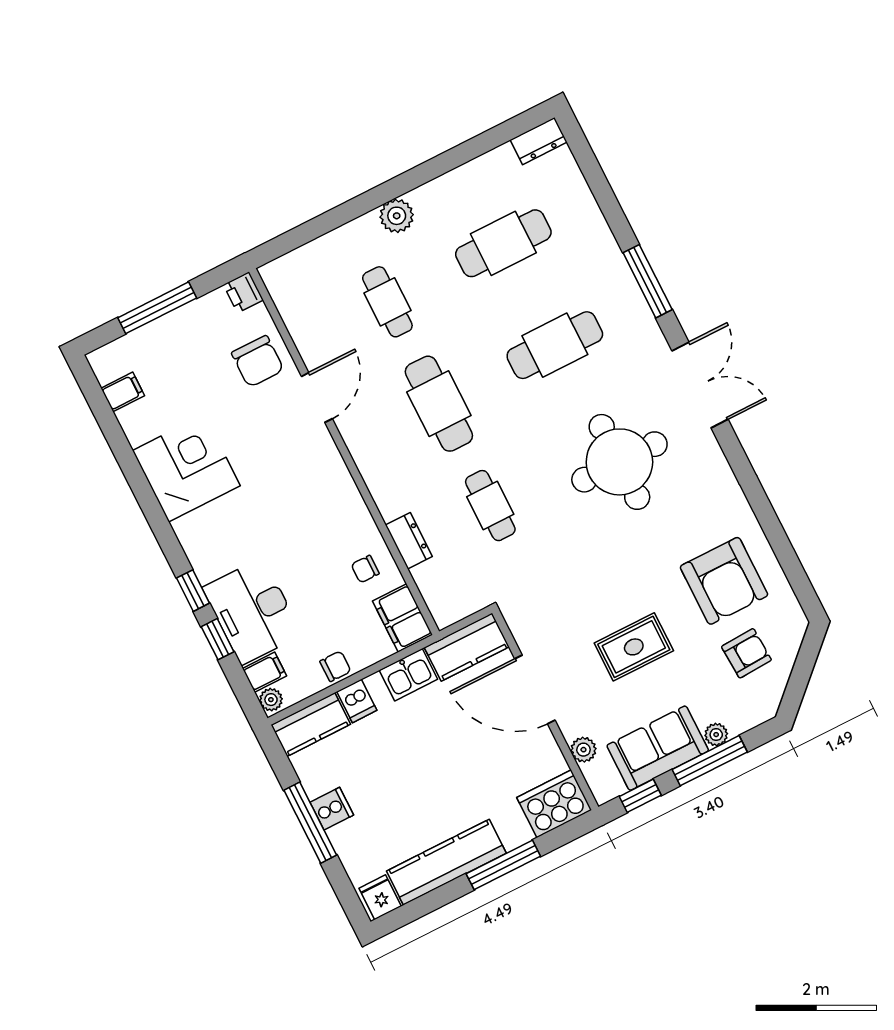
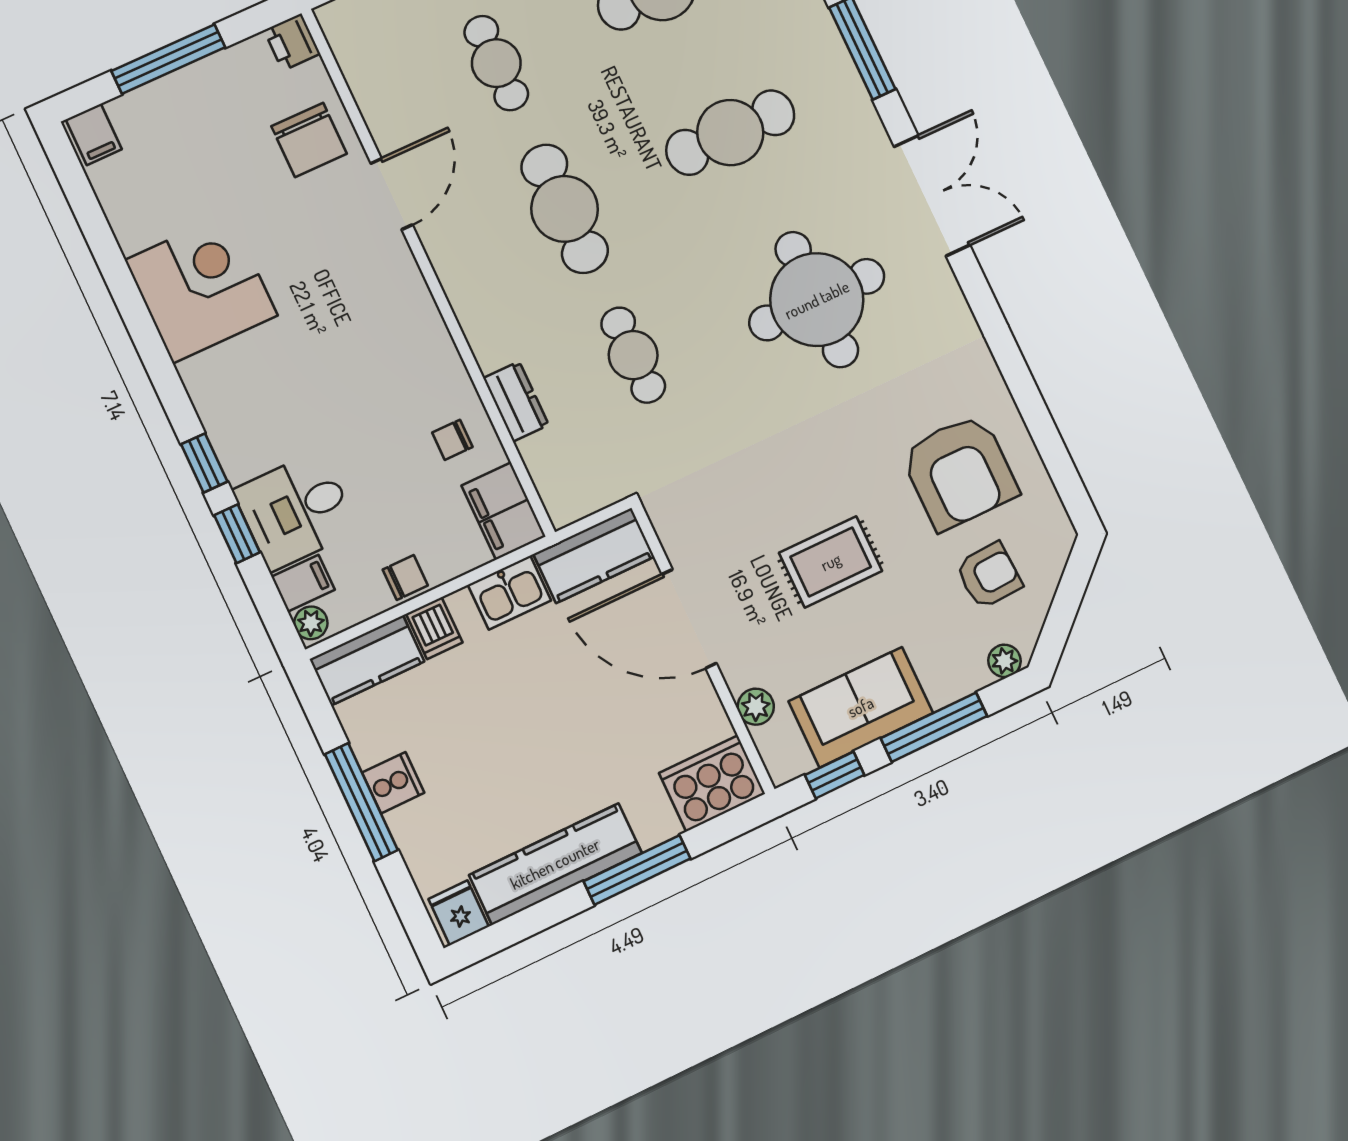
filing cabinet: (123, 392) -> (94, 134), moved, turned 90
desk: (252, 611) -> (296, 511), width x0.73
plant: (716, 735) -> (1004, 661), moved

